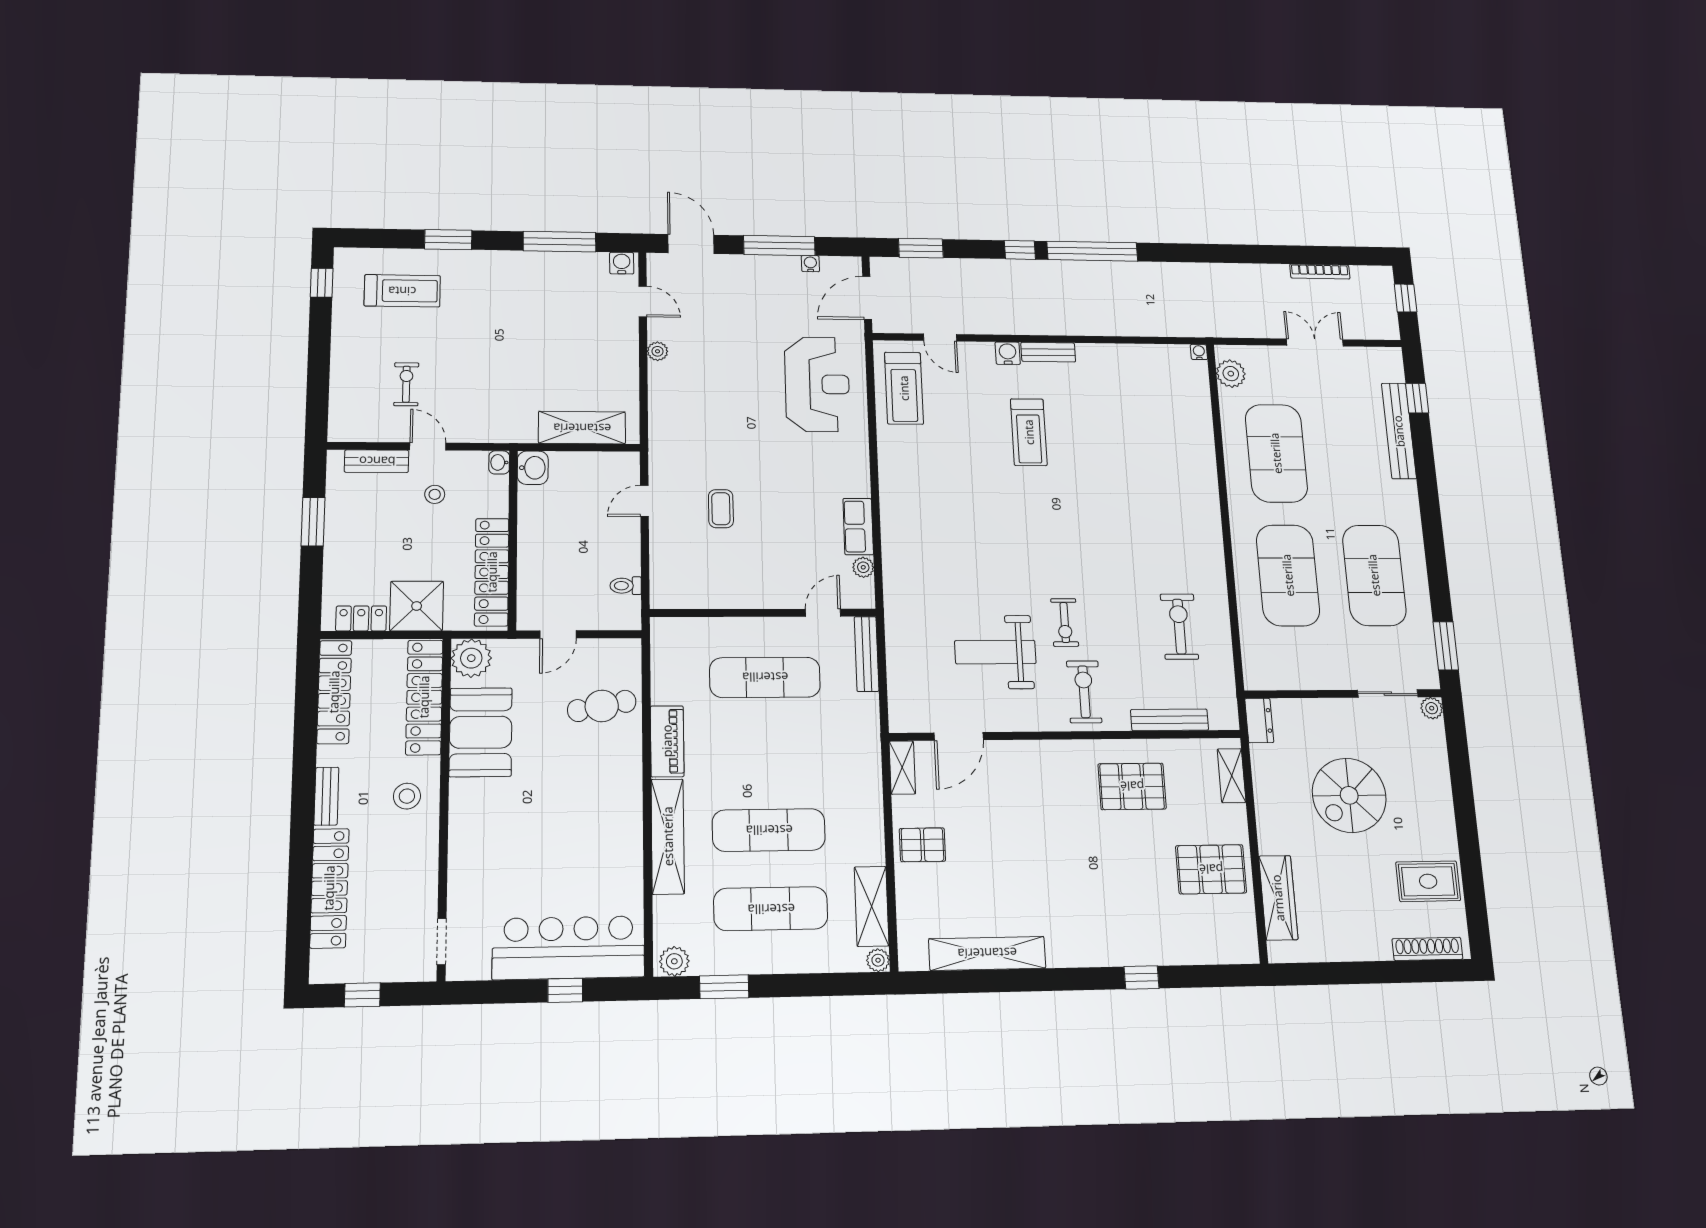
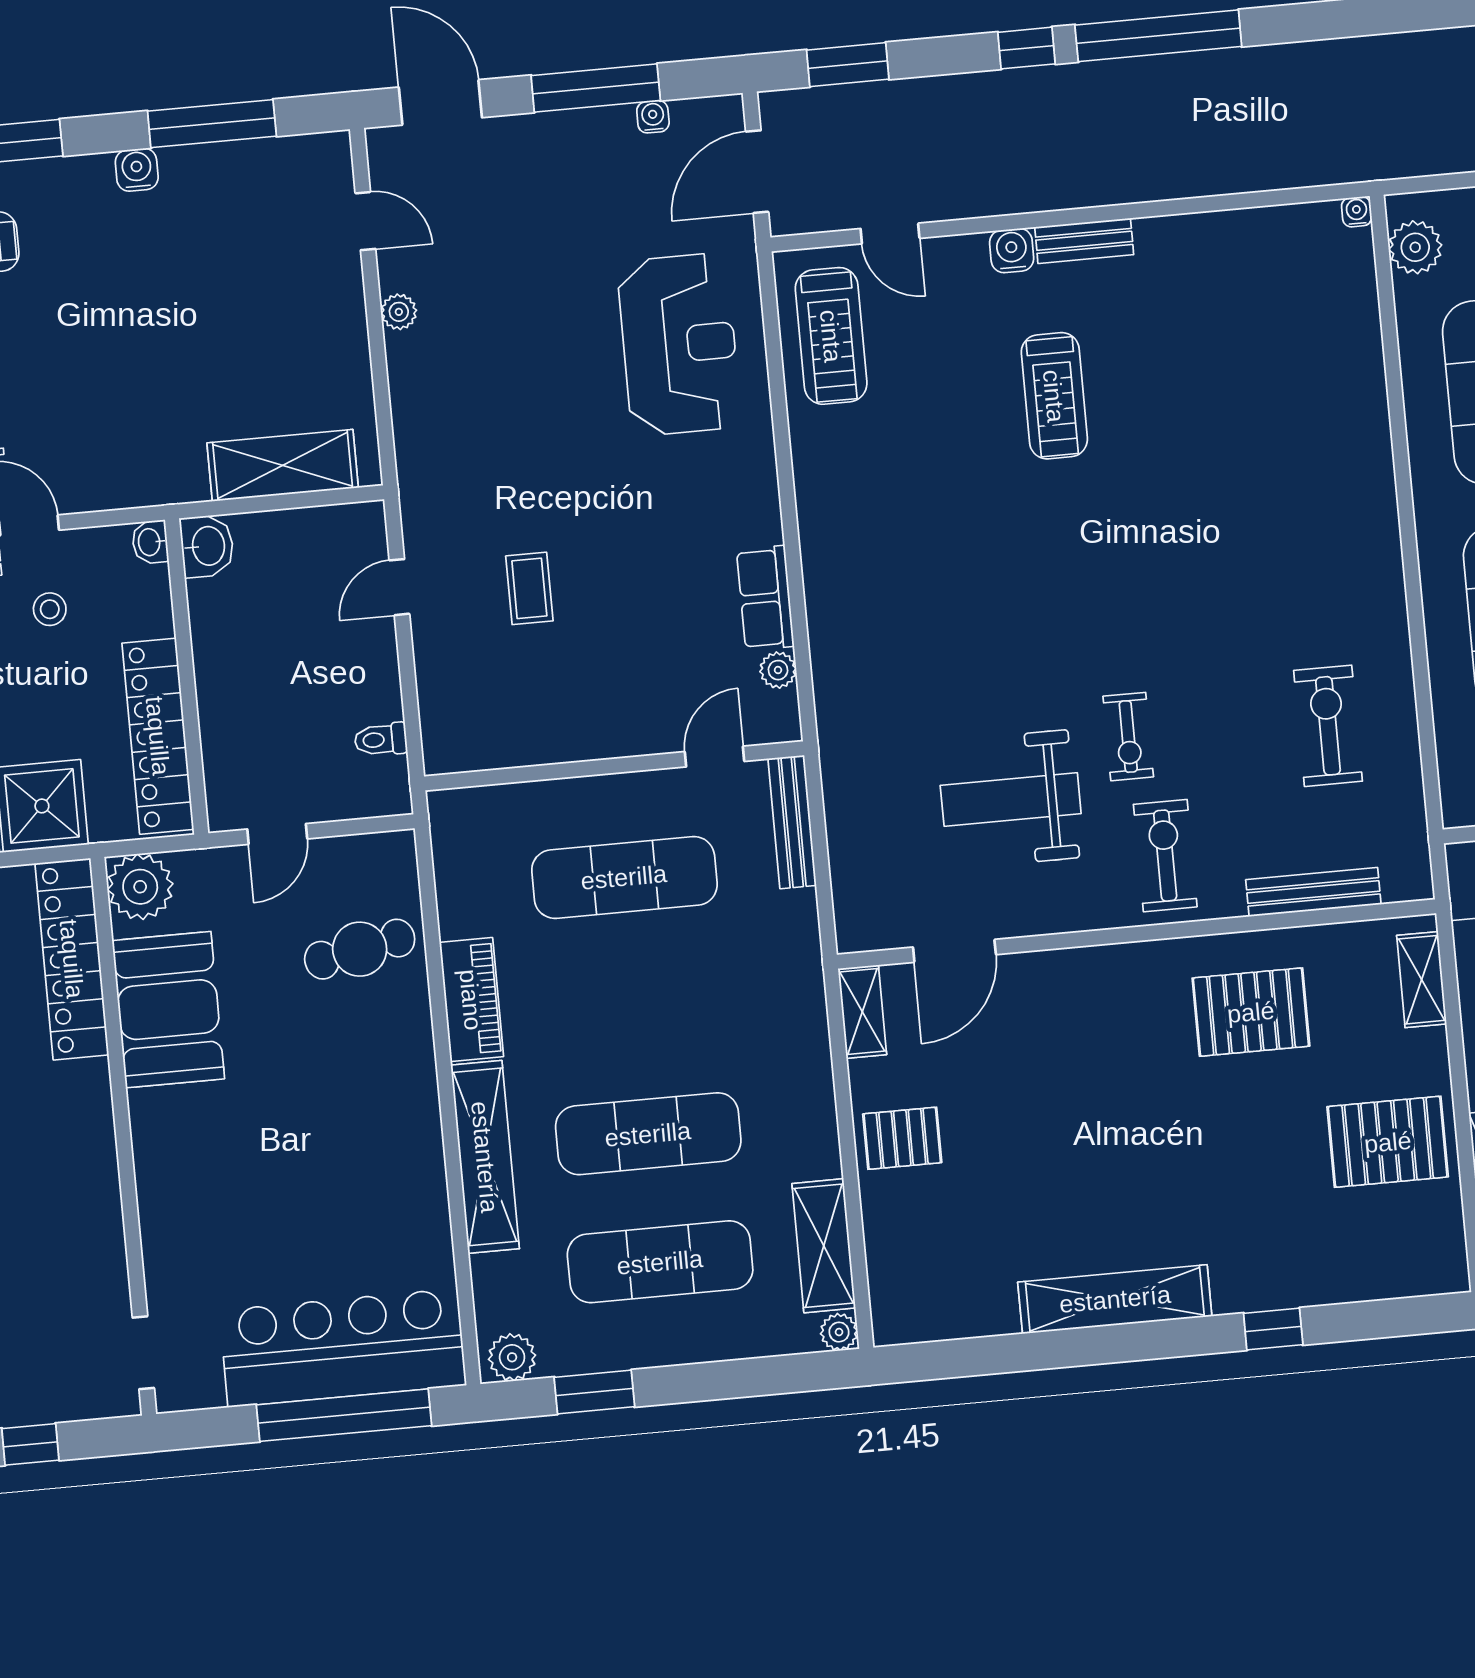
water cooler: (622, 263) -> (137, 170), moved
stool: (407, 796) -> (63, 1124), removed
shelving: (987, 953) -> (1115, 1299), moved
window: (565, 990) -> (344, 1415), width x3.17

